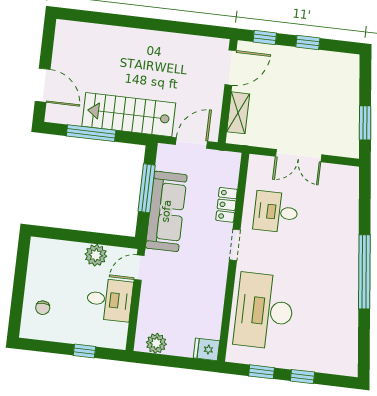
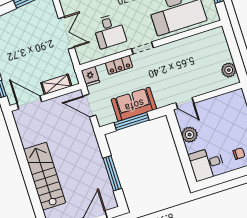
stairs: (129, 115) -> (44, 176), moved, turned 180
sofa: (166, 211) -> (134, 104), width x0.73
desk: (109, 300) -> (207, 164), moved, turned -90
fridge: (206, 349) -> (90, 76), moved

